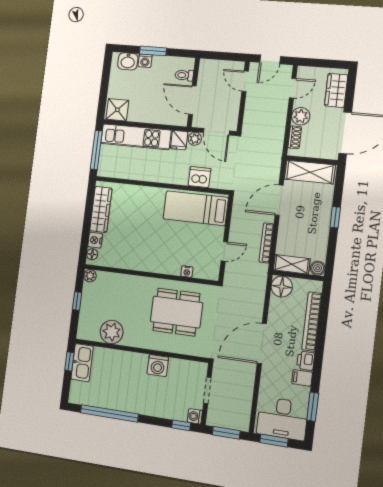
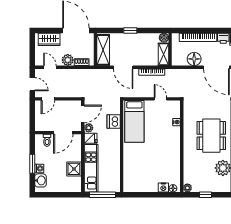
shower: (117, 110) -> (74, 169), moved
wardrobe: (101, 209) -> (142, 186), removed
floor lamp: (282, 287) -> (194, 59), moved
dining table: (176, 312) -> (211, 136), moved

